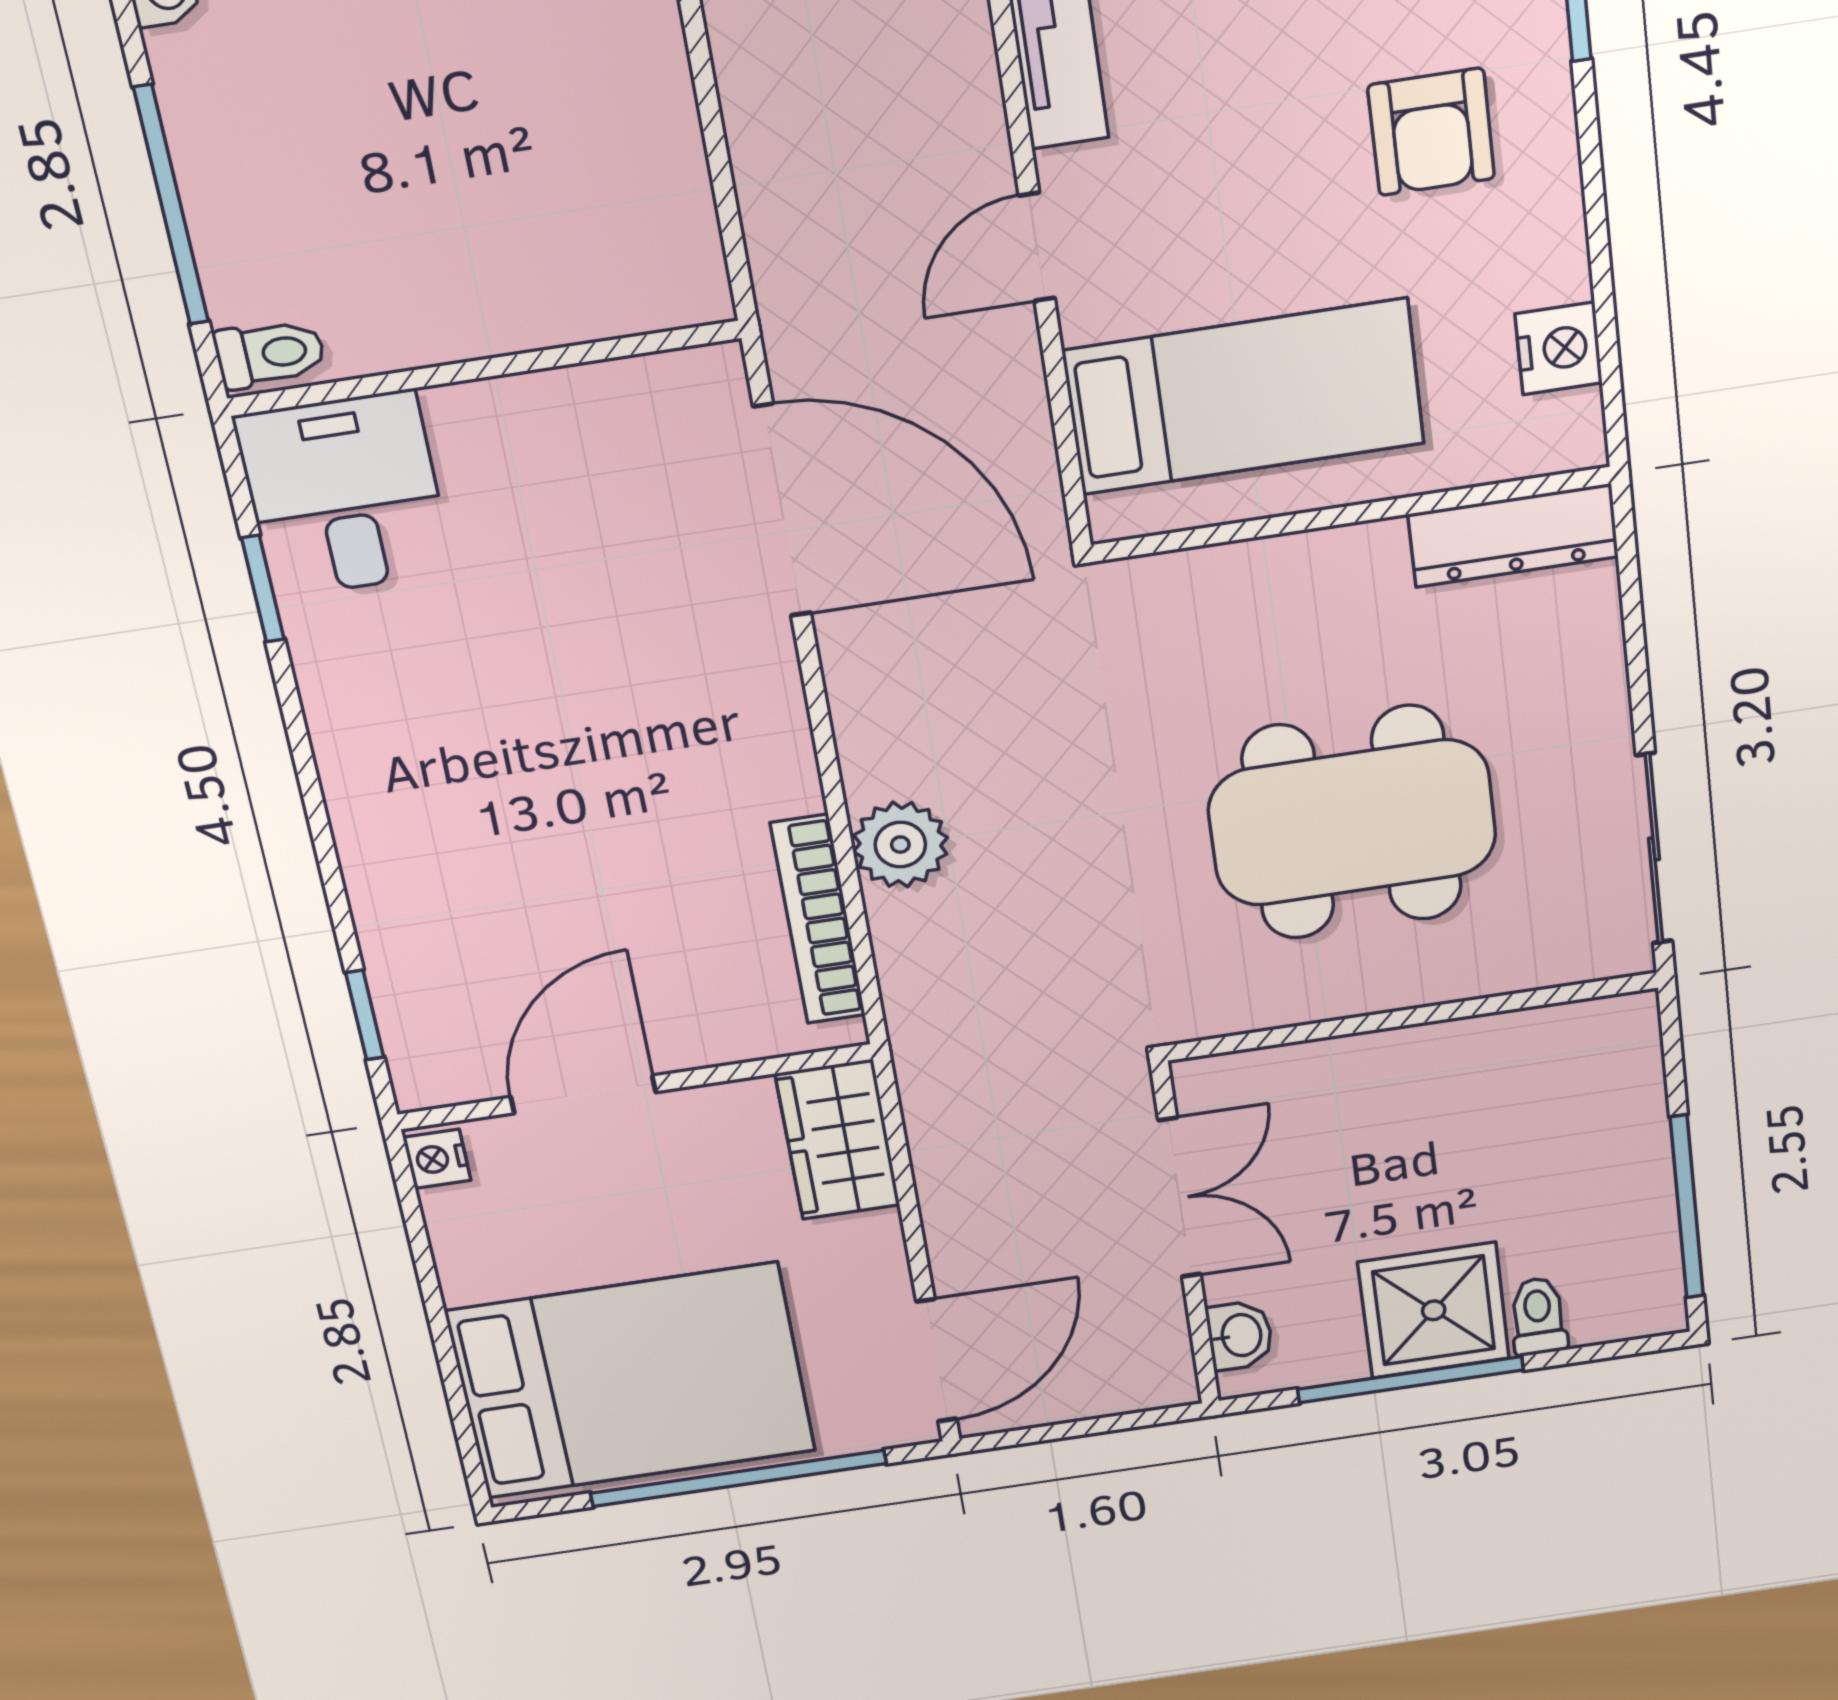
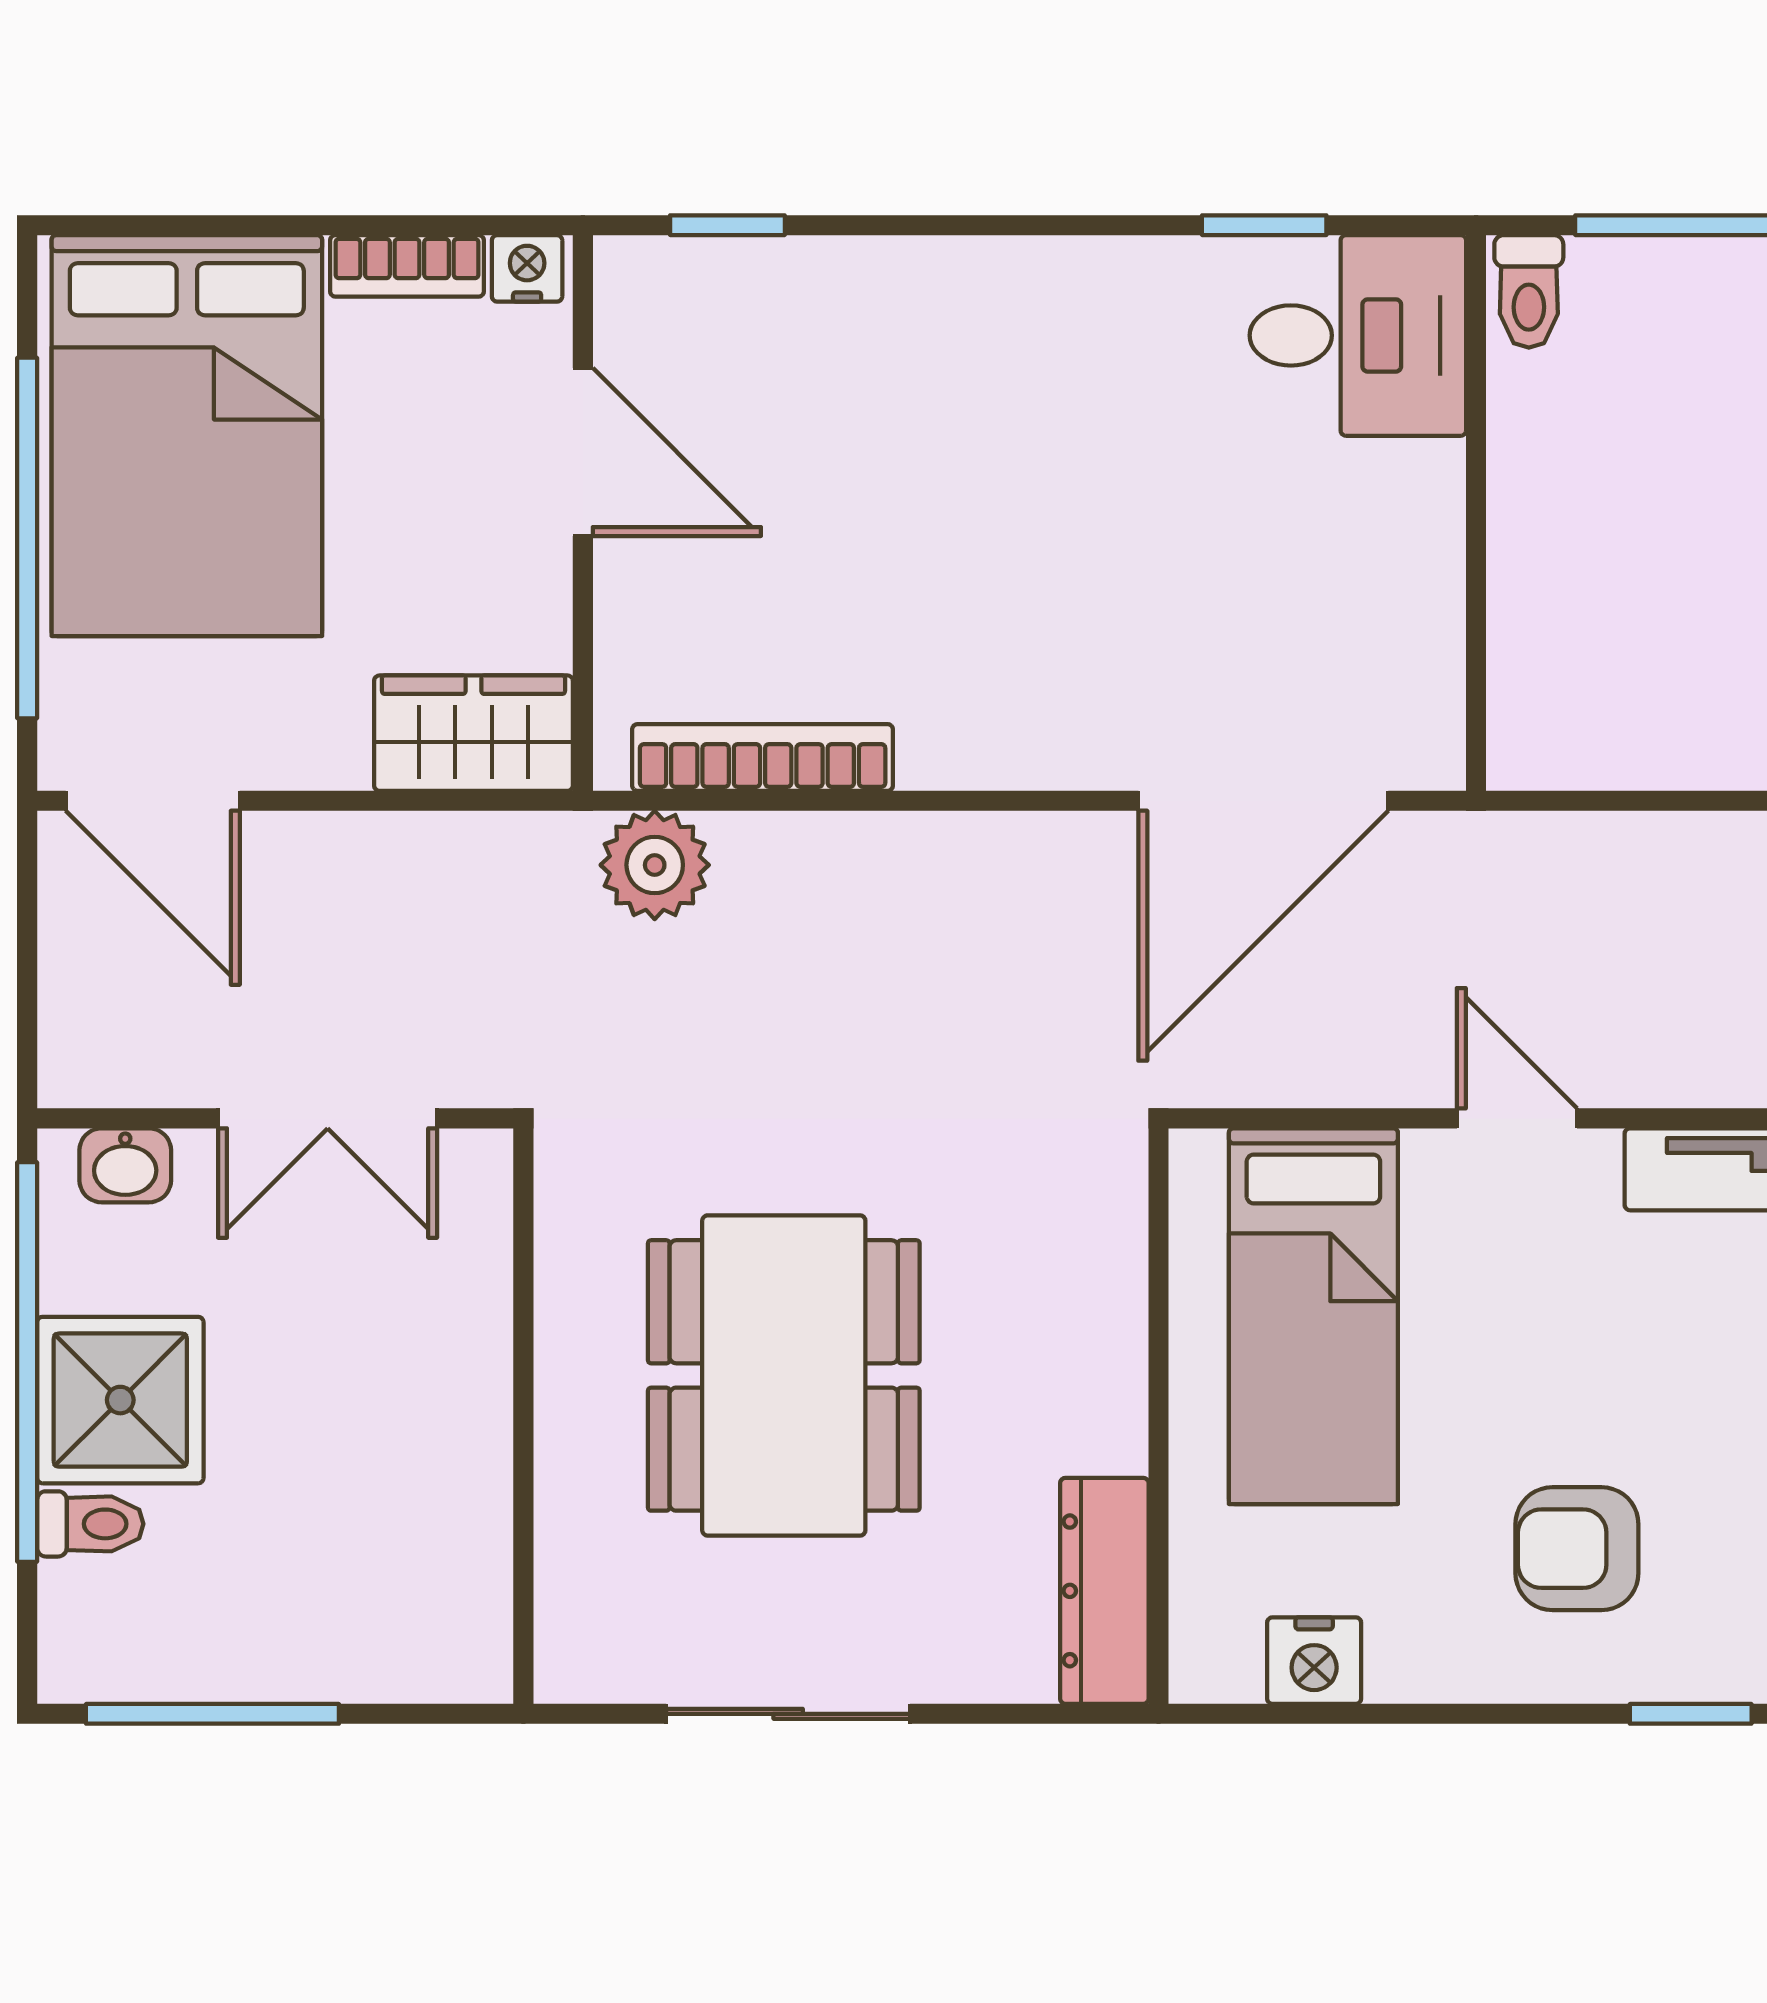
plant: (900, 845) -> (655, 865), moved
sliding door: (1654, 849) -> (788, 1714), moved
bookcase: (455, 1246) -> (407, 266), added
window: (1410, 1380) -> (27, 1362), width x1.46

